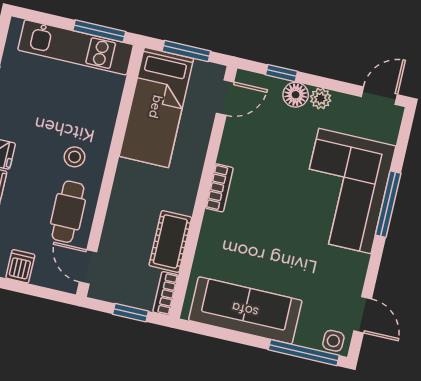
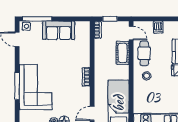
cot: (170, 241) -> (123, 53), moved
sofa: (245, 310) -> (59, 30), width x0.73

